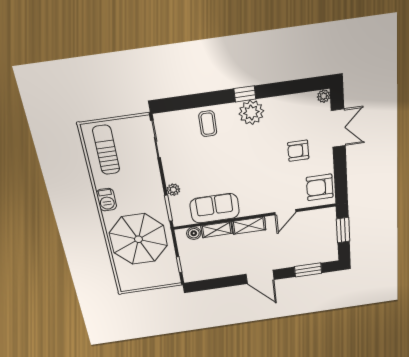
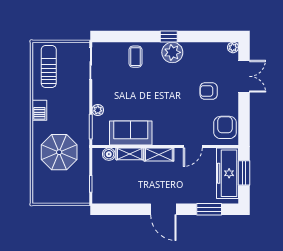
armchair: (320, 187) -> (225, 127), turned 90
freezer: (325, 233) -> (228, 173), added
parasol: (138, 239) -> (59, 152), width x0.73, depth x0.73

